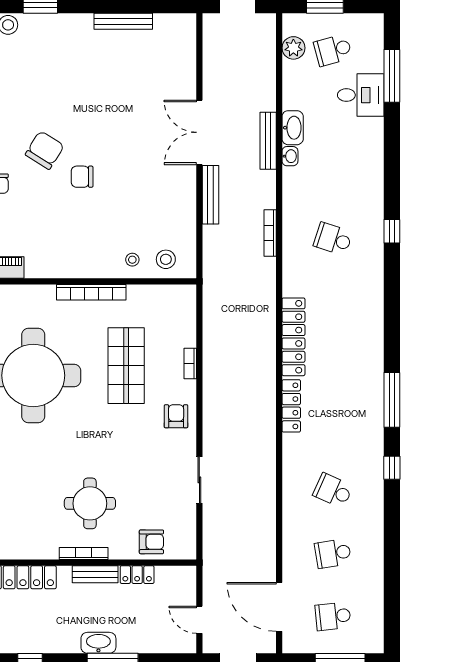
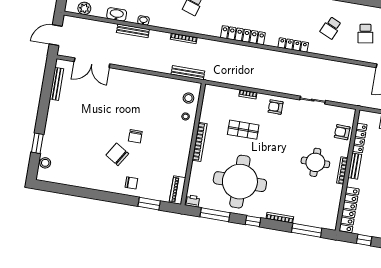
bench: (123, 21) -> (57, 84), moved
washbasin: (293, 128) -> (117, 14), moved
double door: (199, 132) -> (92, 63), moved
bench: (211, 195) -> (188, 73), moved
shop shelf: (126, 366) -> (243, 130), width x0.70, depth x0.74
locker: (291, 406) -> (293, 45), moved
armchair: (151, 542) -> (342, 132), turned -88
locker: (137, 575) -> (360, 138), width x1.53

